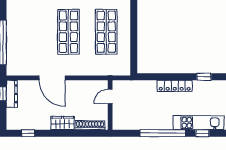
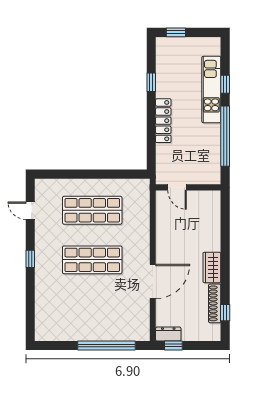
dresser: (12, 94) -> (168, 334), width x0.70
door: (110, 96) -> (177, 187), moved
wall: (110, 105) -> (188, 187), moved
shoe rack: (90, 125) -> (215, 303), moved

